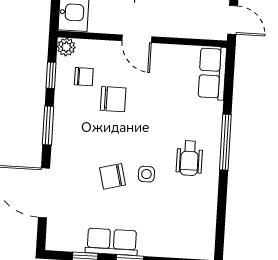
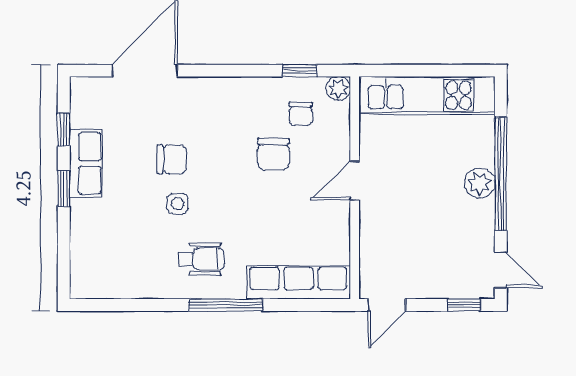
row of seats: (212, 73) -> (298, 282), width x1.48
window: (48, 125) -> (234, 71), removed
wheelchair: (189, 158) -> (202, 259), turned 180
chair: (112, 176) -> (172, 159), turned 104

